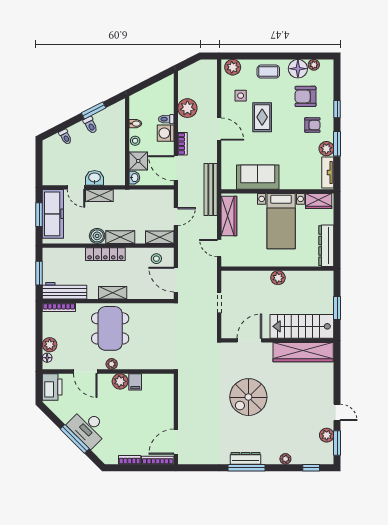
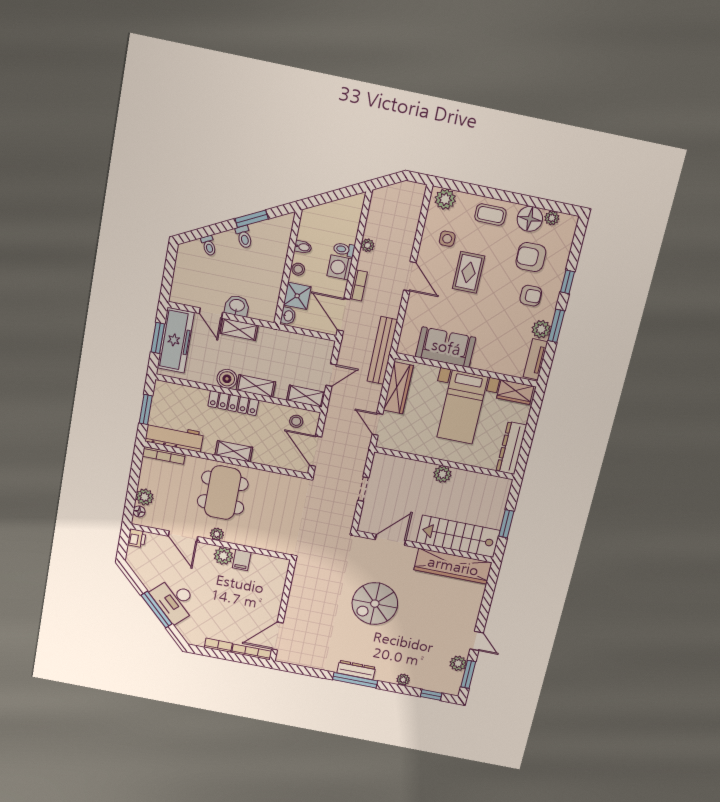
plant: (187, 108) -> (368, 245), width x0.53, depth x0.53
printer: (52, 387) -> (137, 538), width x0.53, depth x0.68

